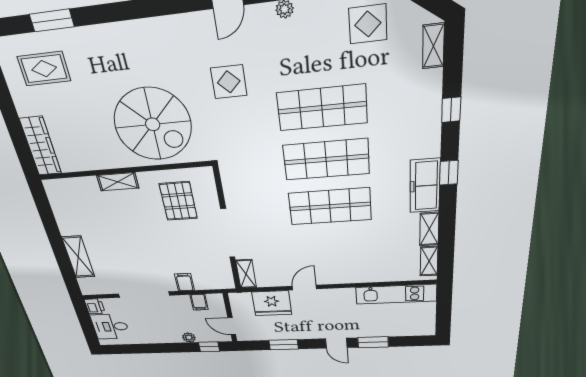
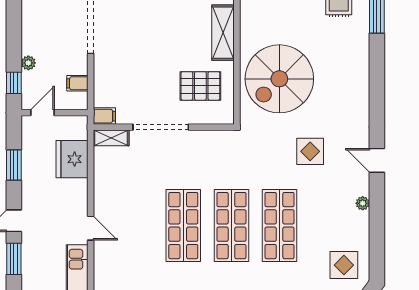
shelving: (118, 182) -> (223, 33), width x1.50, depth x1.33
filing cabinet: (184, 282) -> (104, 116), moved
door: (304, 288) -> (91, 228), moved

